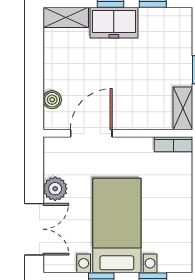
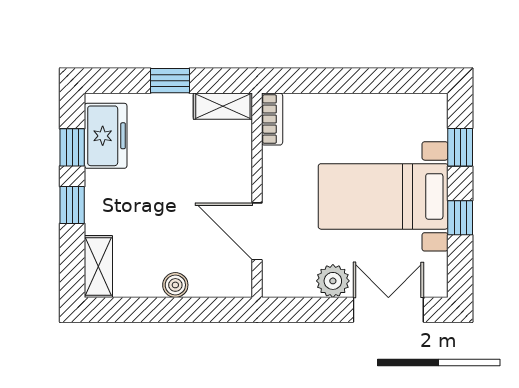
freezer: (114, 23) -> (106, 136), moved
boiler: (52, 100) -> (175, 285), moved

